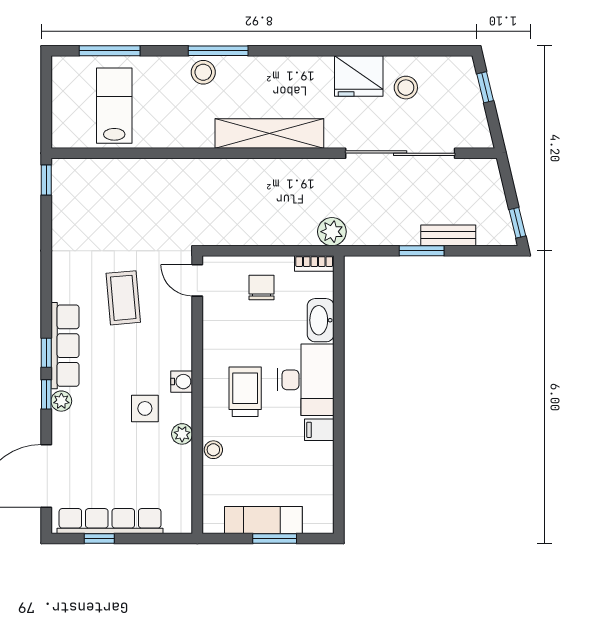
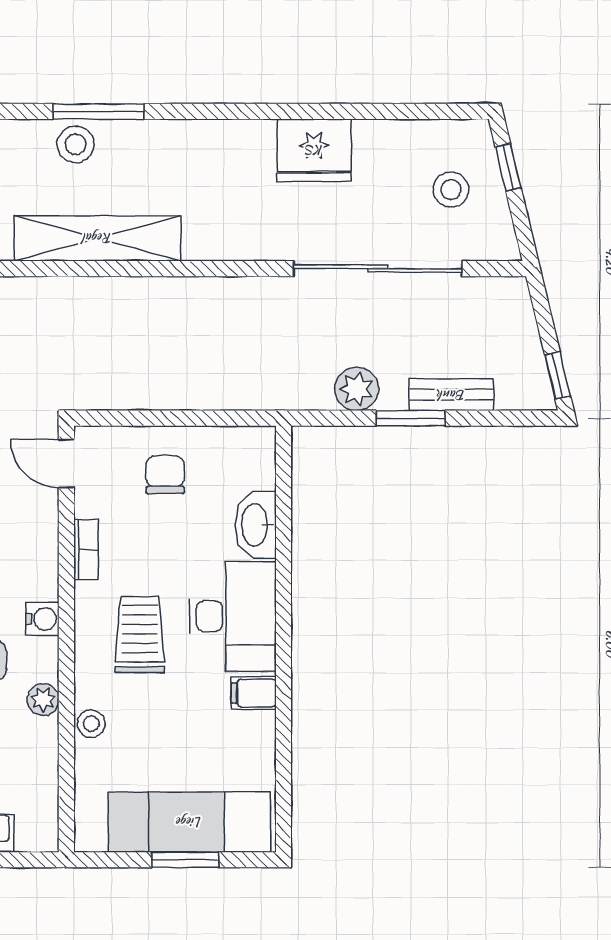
stool: (406, 88) -> (451, 190), moved
shelving: (269, 133) -> (98, 238), moved
plant: (332, 232) -> (357, 389), moved
bookcase: (314, 263) -> (86, 549), moved, turned -90
exam couch: (263, 520) -> (189, 822), width x1.36, depth x1.45

